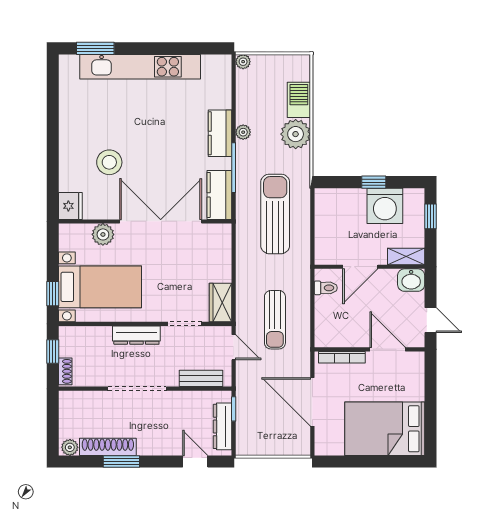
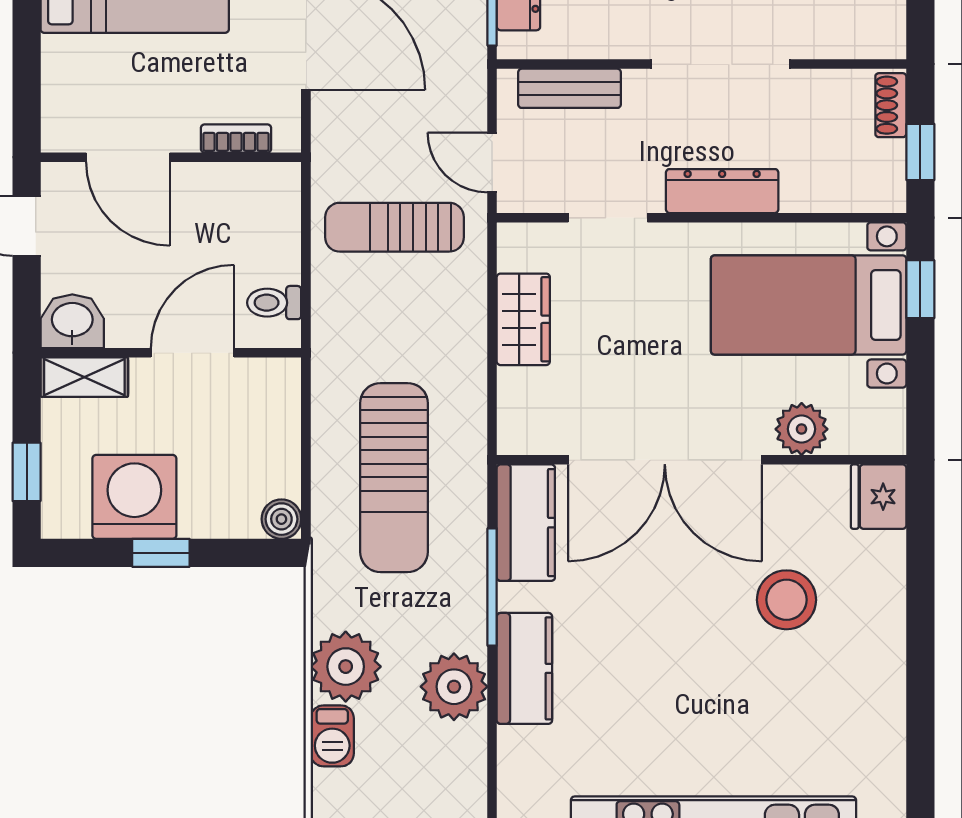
barbecue: (299, 100) -> (332, 736), width x0.73, depth x0.79
plant: (243, 132) -> (454, 687), width x1.88, depth x1.88
boiler: (323, 196) -> (281, 519), added
wardrobe: (221, 302) -> (523, 319), moved
sun lounger: (275, 320) -> (394, 227), turned -90
bookcase: (342, 357) -> (236, 138), width x0.64

